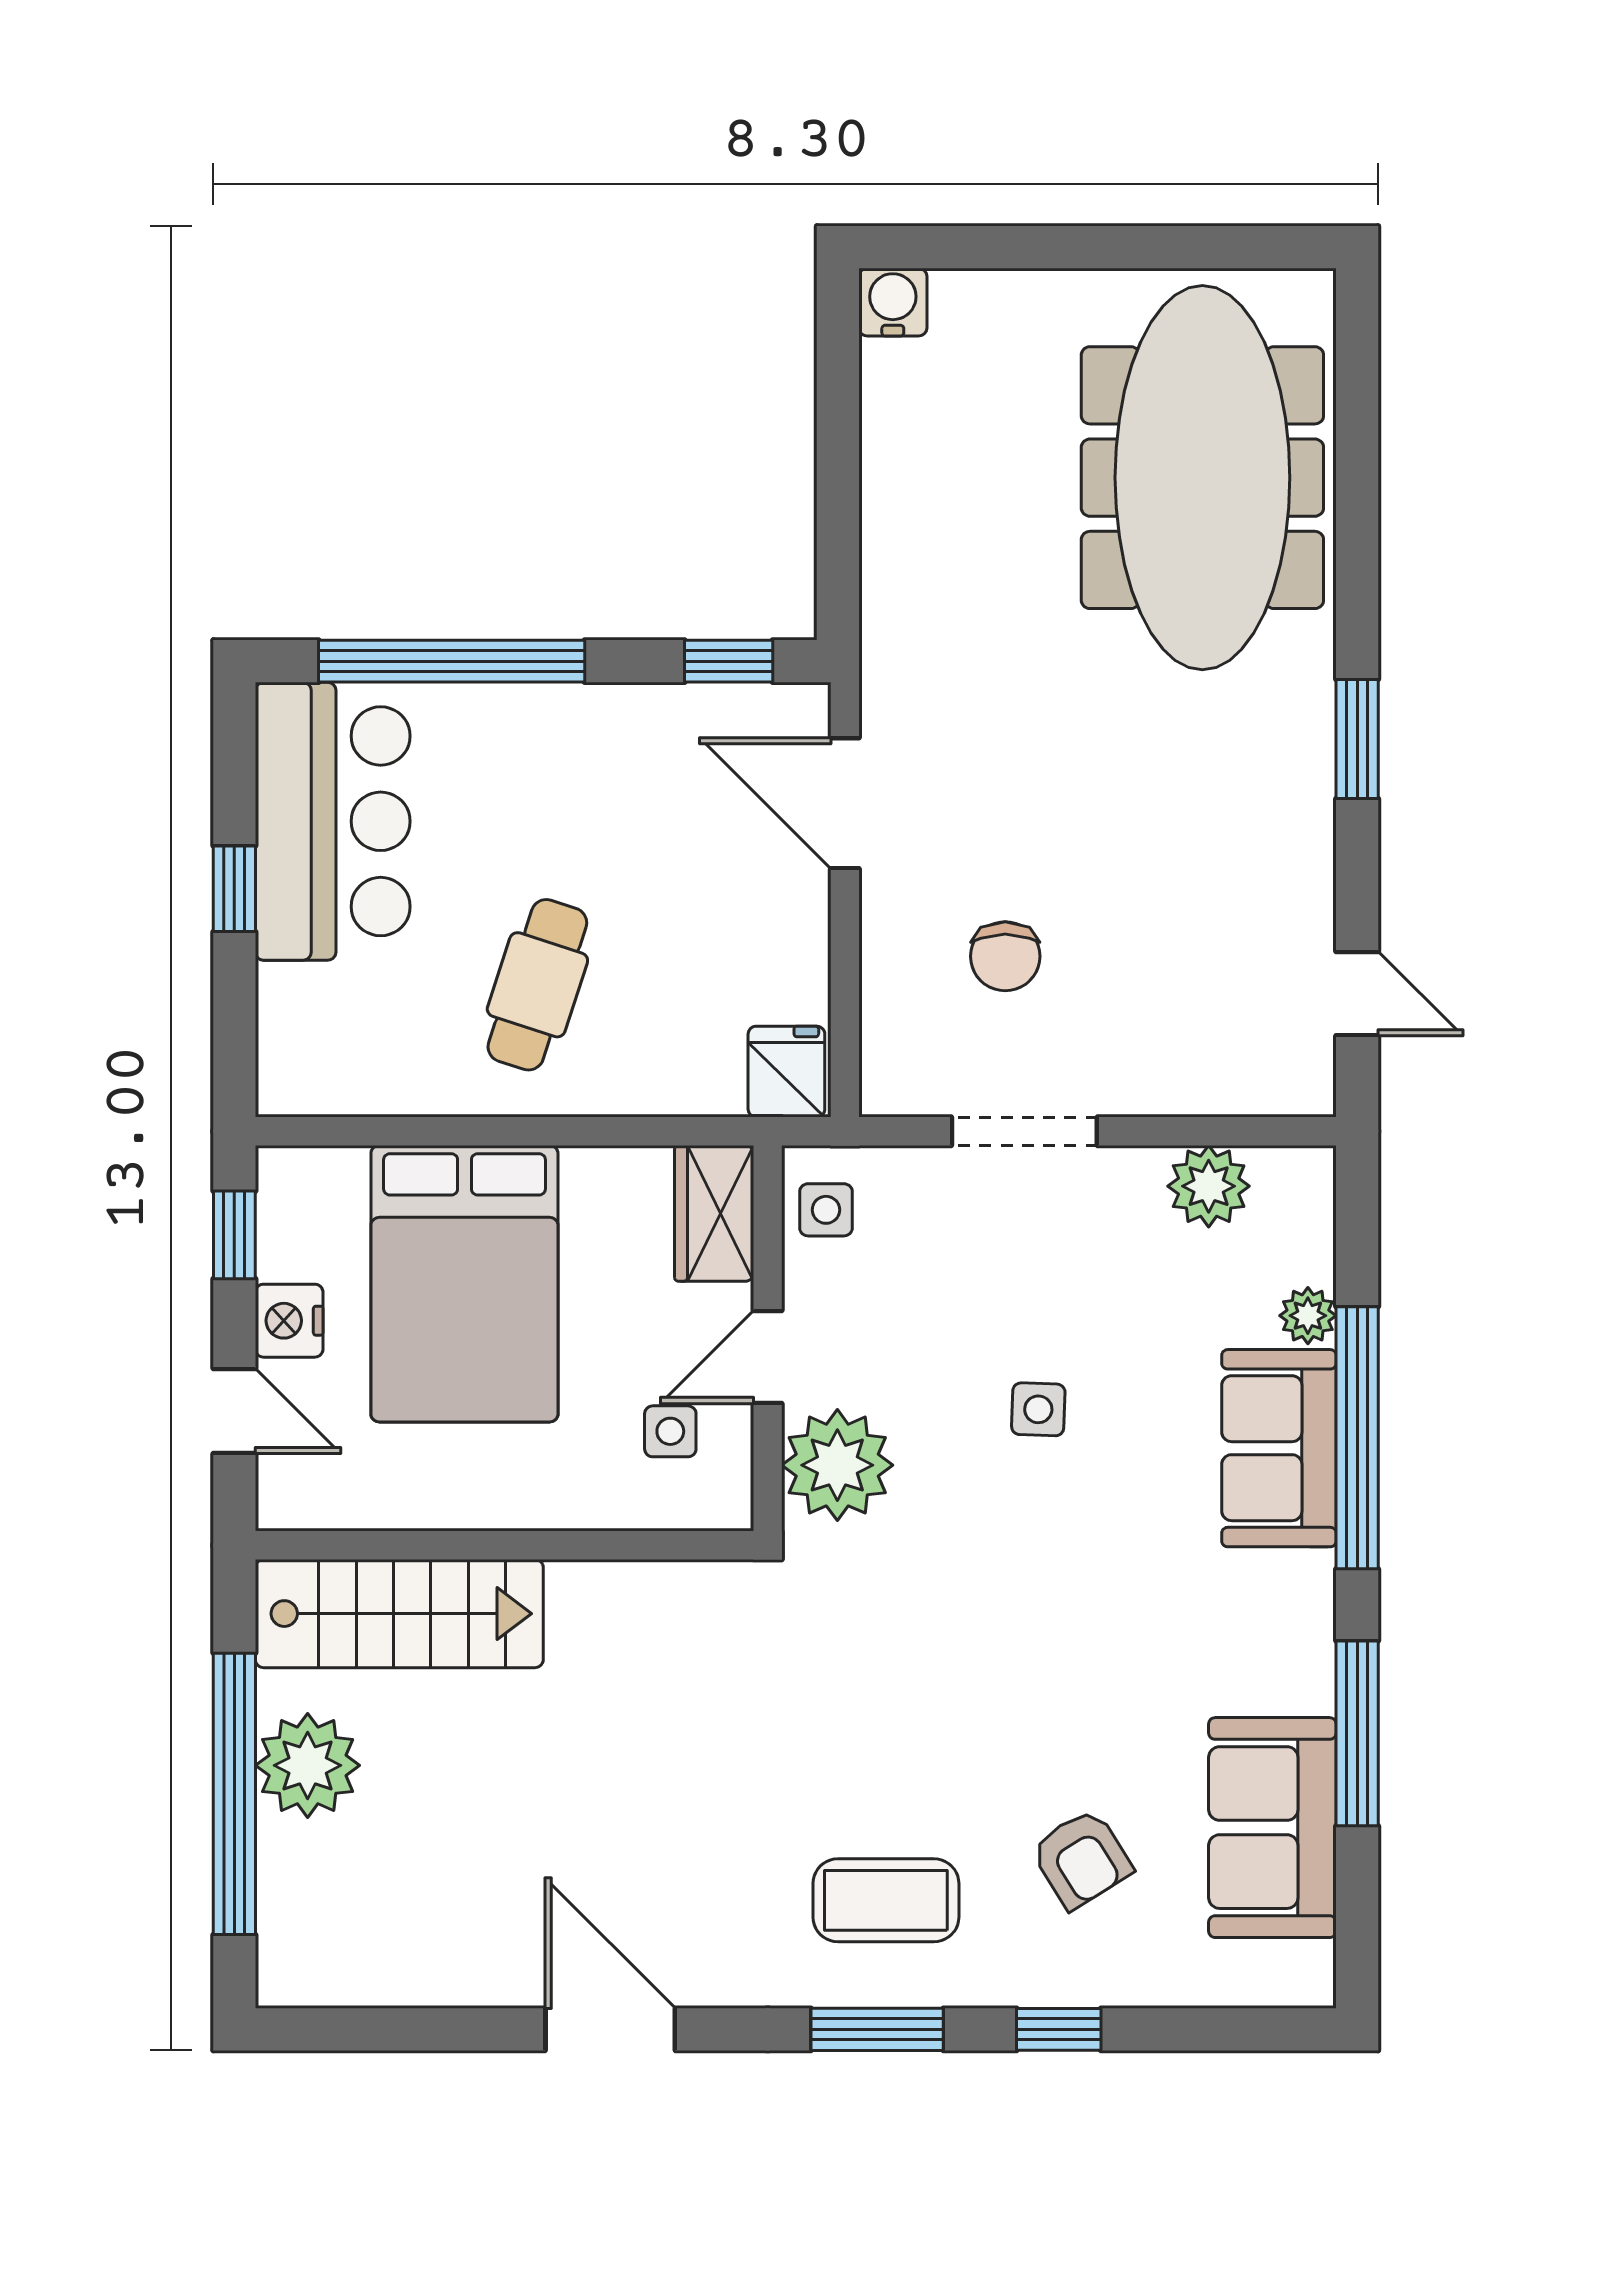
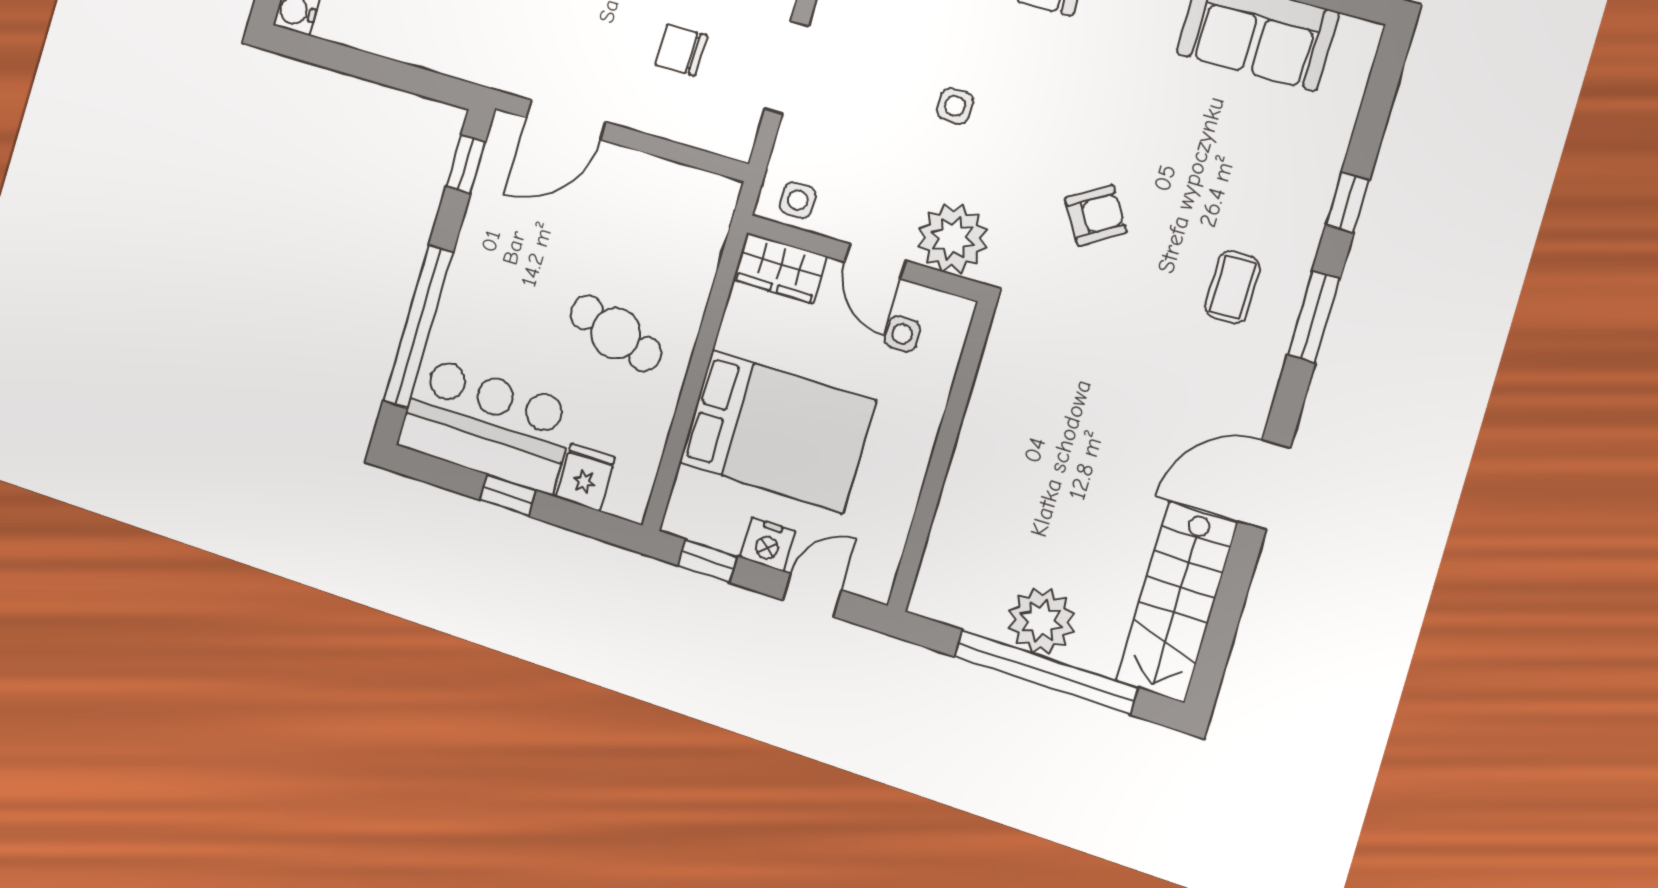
chair: (1005, 956) -> (681, 50), turned 180
fridge: (786, 1072) -> (585, 477), moved, turned 90
stairs: (399, 1614) -> (1177, 602), moved, turned 180
armchair: (1081, 1859) -> (1096, 215), moved
coffee table: (886, 1900) -> (1233, 287), width x0.73, depth x0.77

